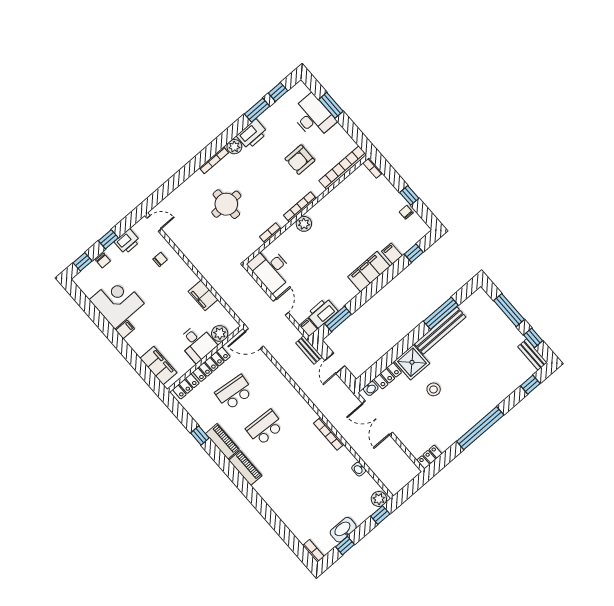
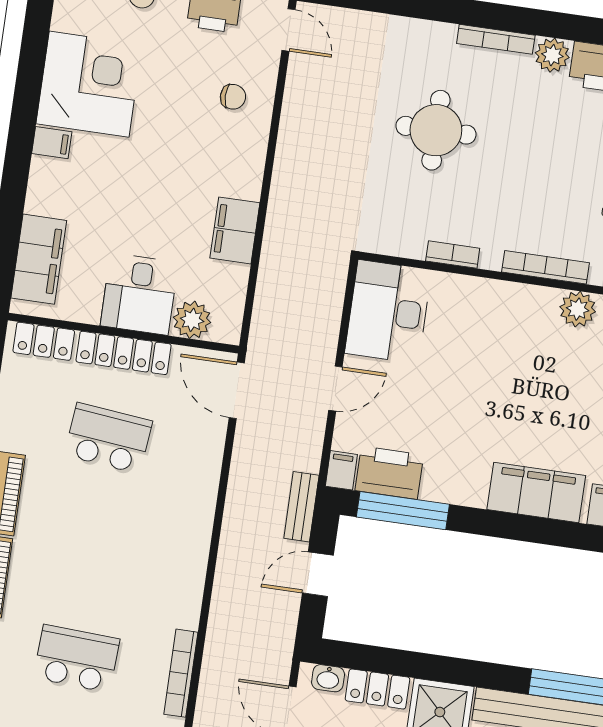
plant: (304, 224) -> (578, 309), moved
window: (338, 319) -> (403, 511), width x1.44
school desk: (265, 428) -> (77, 658), moved

